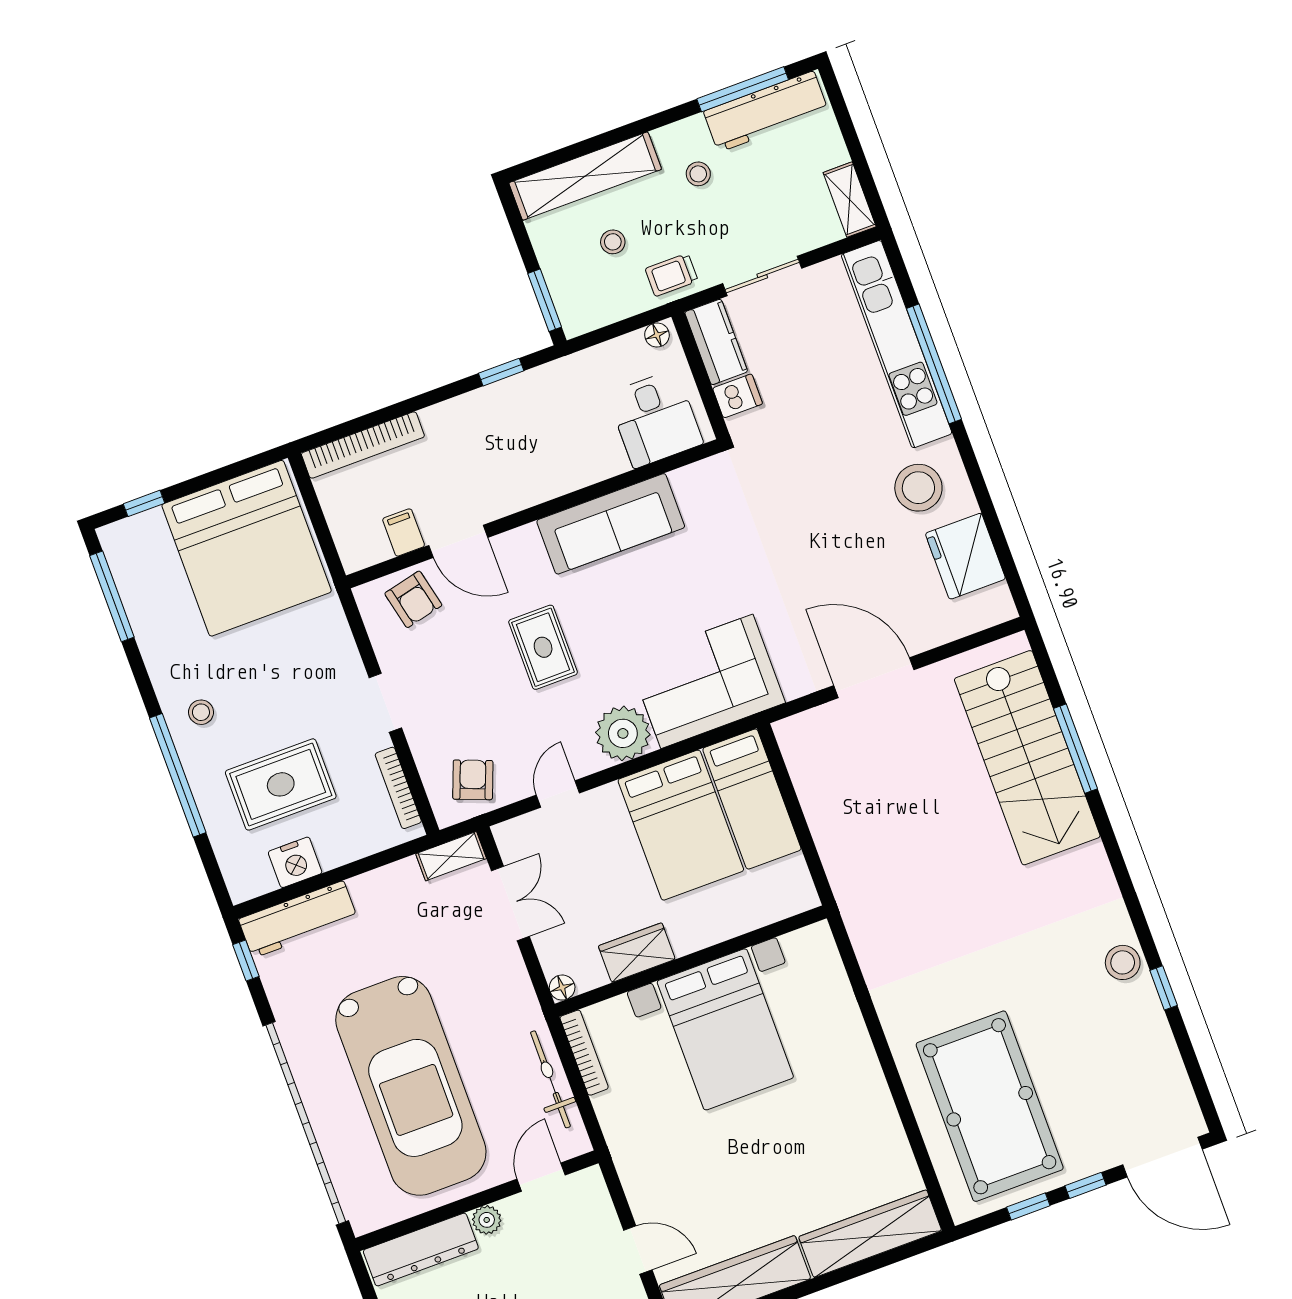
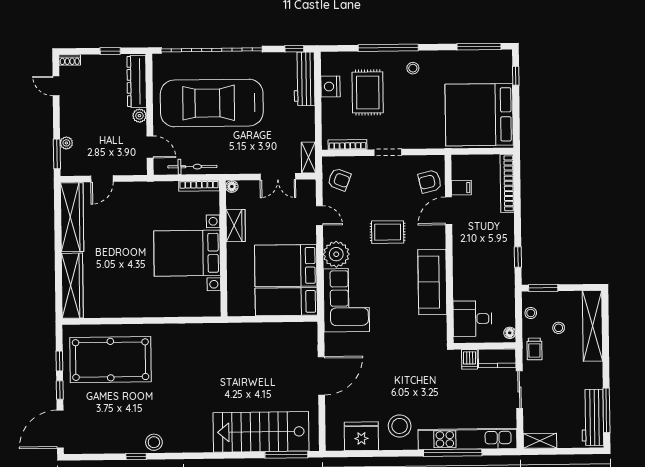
stool: (698, 174) -> (531, 313), moved
trolley: (672, 275) -> (534, 349), turned 180
window: (1076, 749) -> (286, 455), moved

